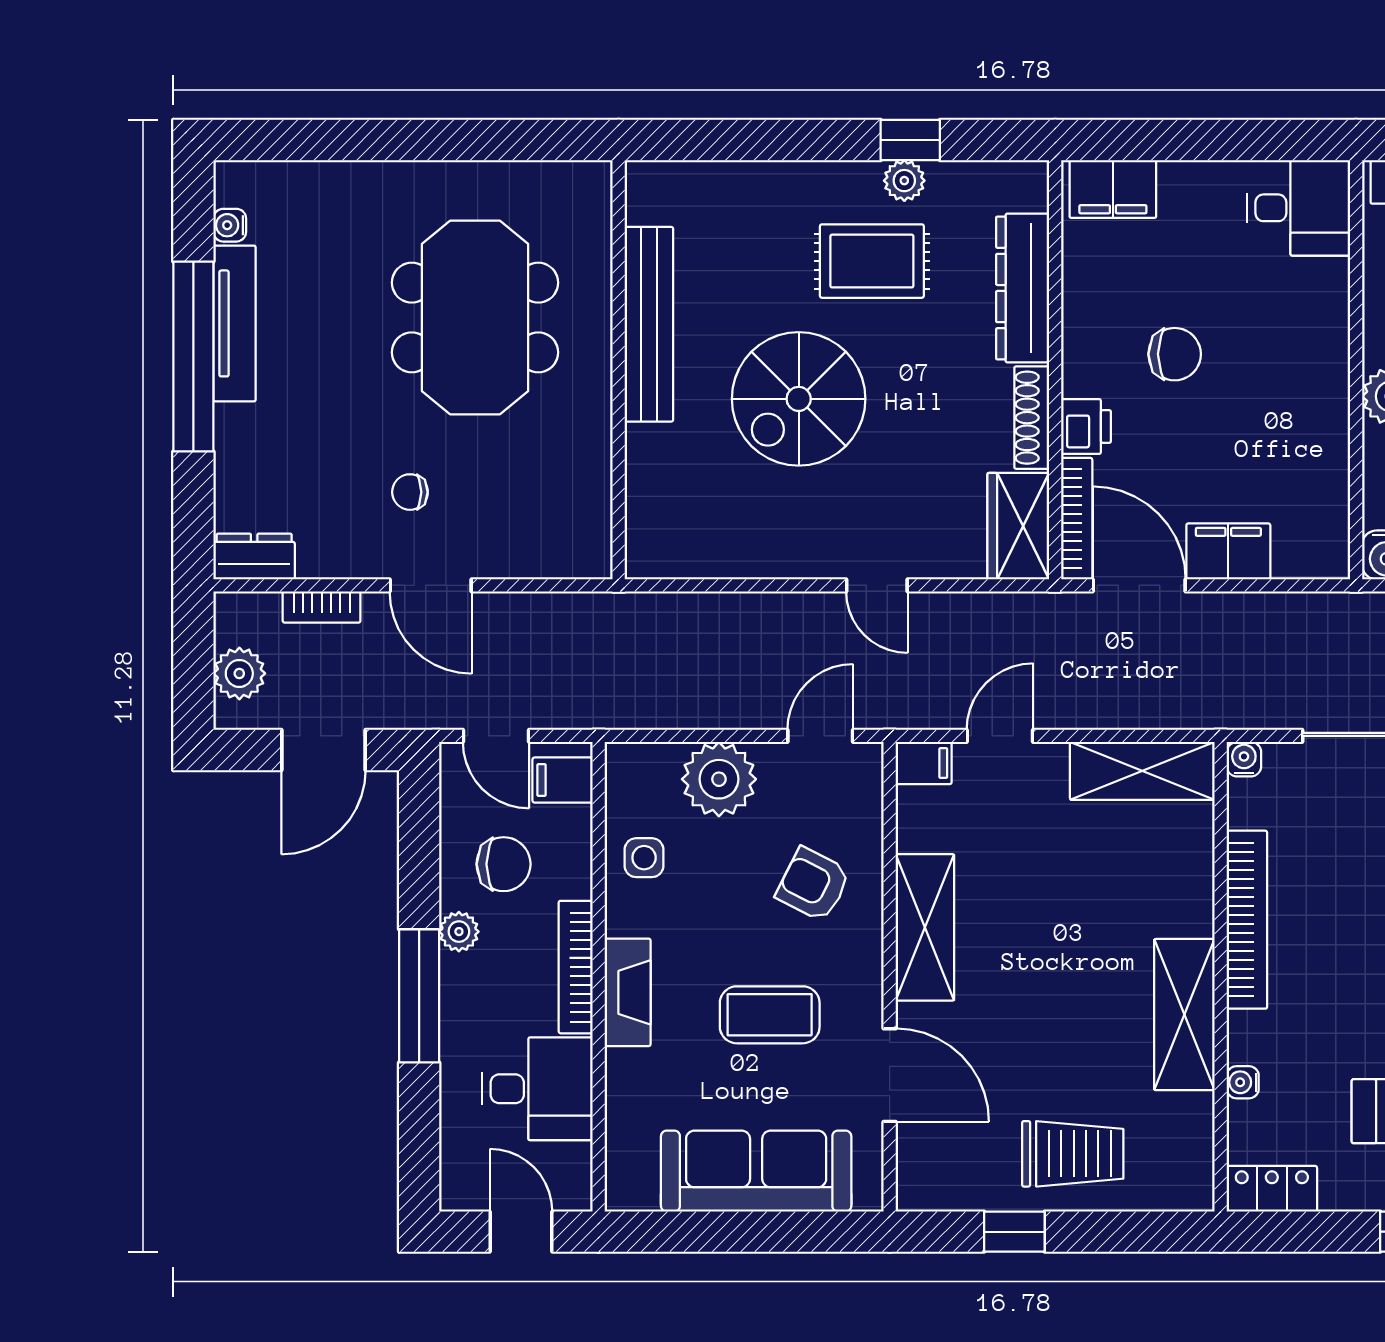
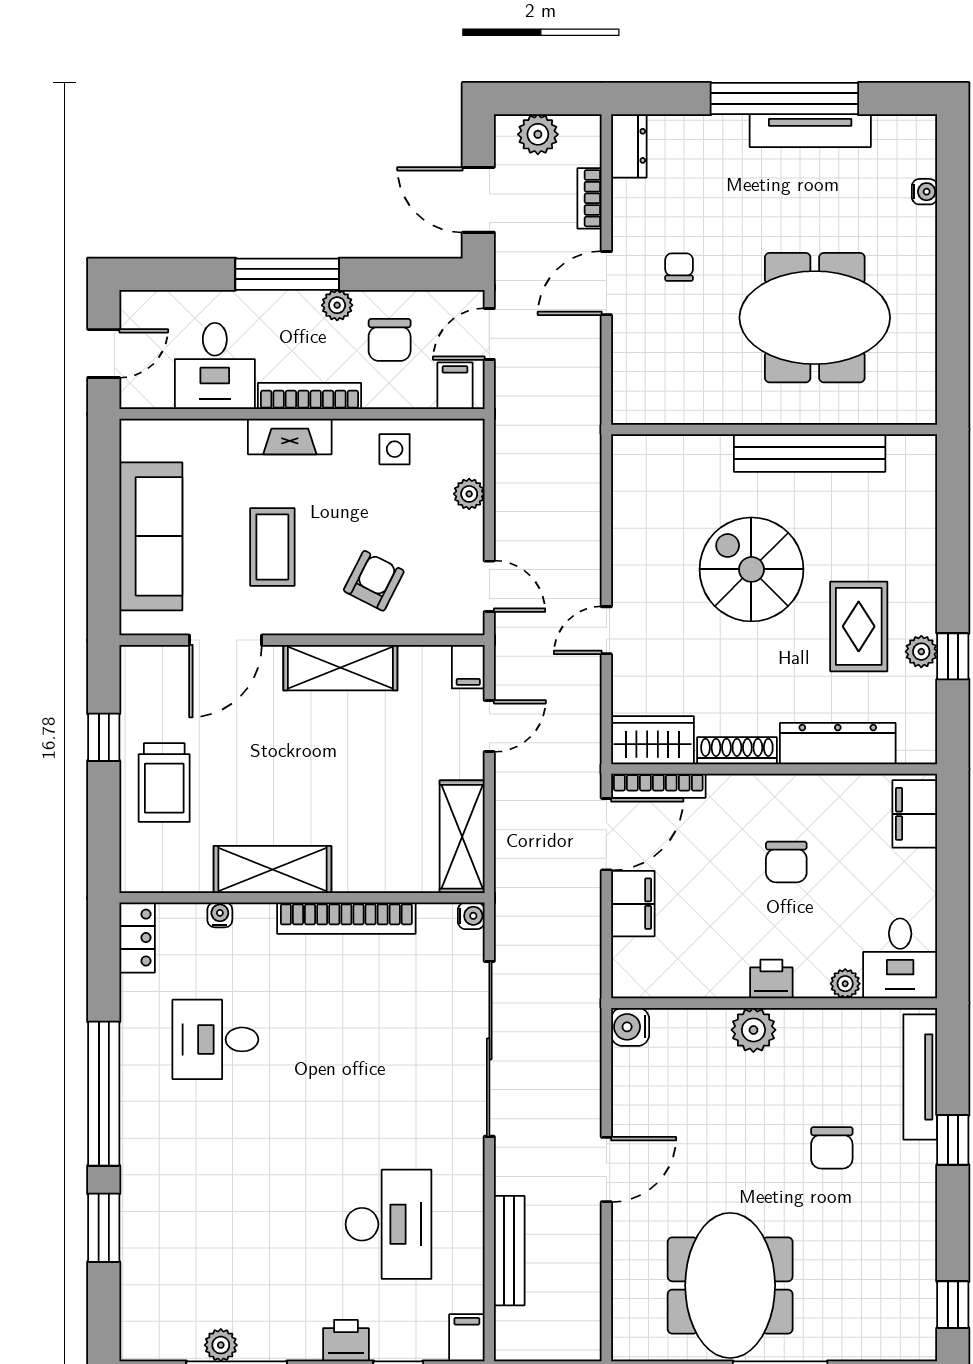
water cooler: (230, 225) -> (925, 192), moved, turned 90
plant: (1331, 279) -> (845, 984), added
printer: (1086, 427) -> (771, 979), moved, turned 180
door: (1000, 736) -> (489, 726), hinge flipped
plant: (719, 779) -> (469, 494), width x0.53, depth x0.53

